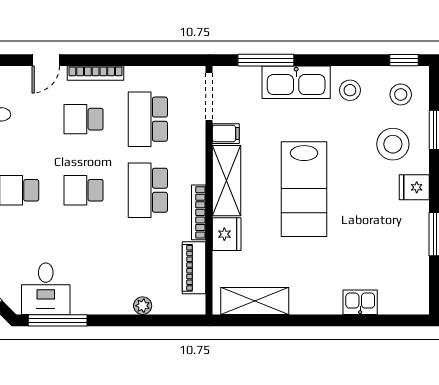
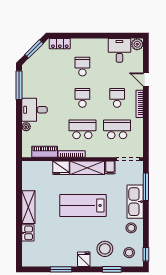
desk: (46, 289) -> (34, 110), moved
shelving: (255, 301) -> (28, 207), moved

